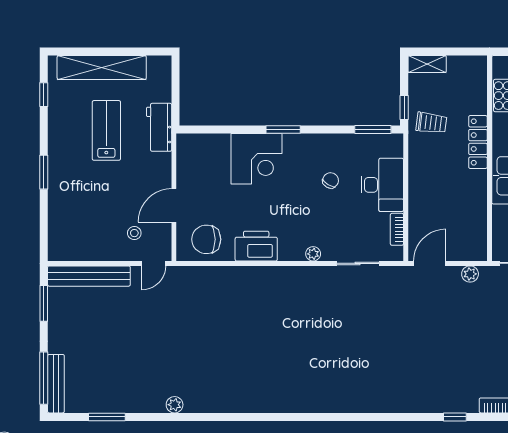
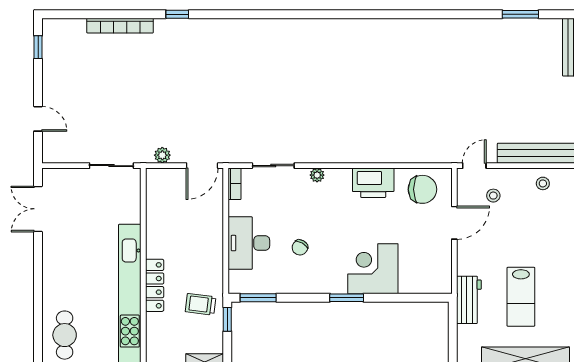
bookcase: (397, 229) -> (234, 184), moved
stool: (84, 245) -> (543, 183), added
plant: (175, 405) -> (454, 26), removed

